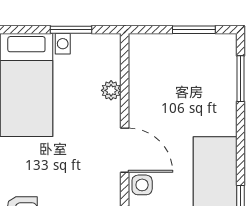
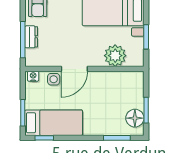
floor lamp: (207, 49) -> (135, 118), added
plant: (111, 90) -> (115, 56), width x1.88, depth x1.88

